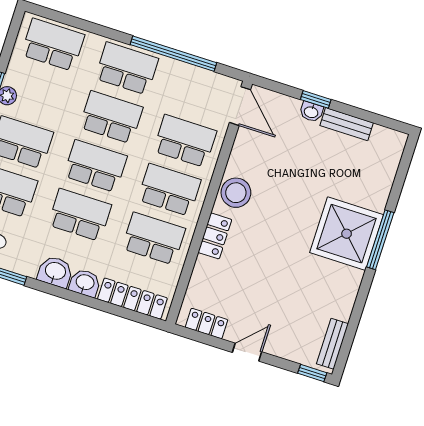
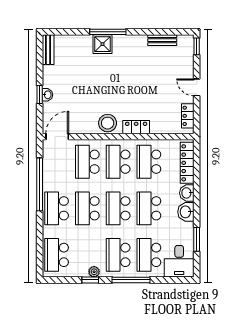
bench: (347, 124) -> (48, 50), moved
shower: (347, 234) -> (102, 44), width x0.54, depth x0.54
bench: (332, 344) -> (162, 40), moved

